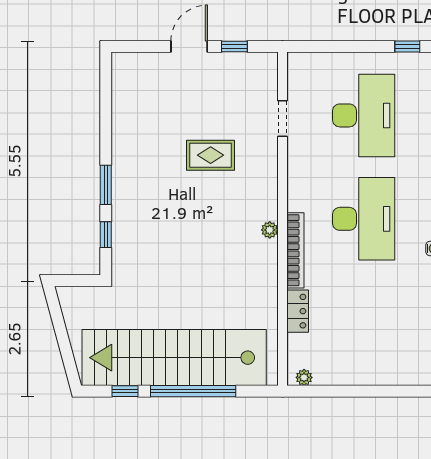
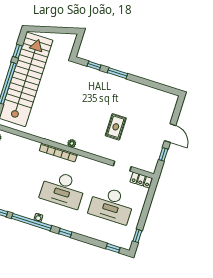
locker: (298, 311) -> (141, 180), moved

